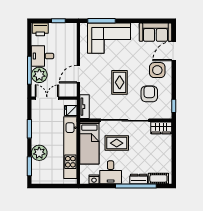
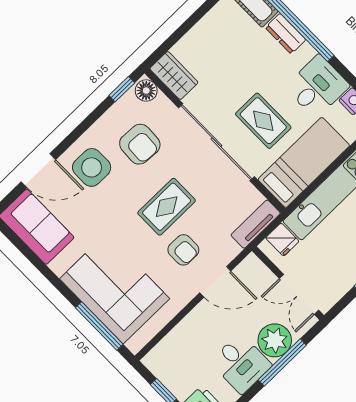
armchair: (100, 74) -> (183, 250), added
armchair: (149, 94) -> (140, 144), turned -87
floor lamp: (165, 114) -> (146, 91), added

